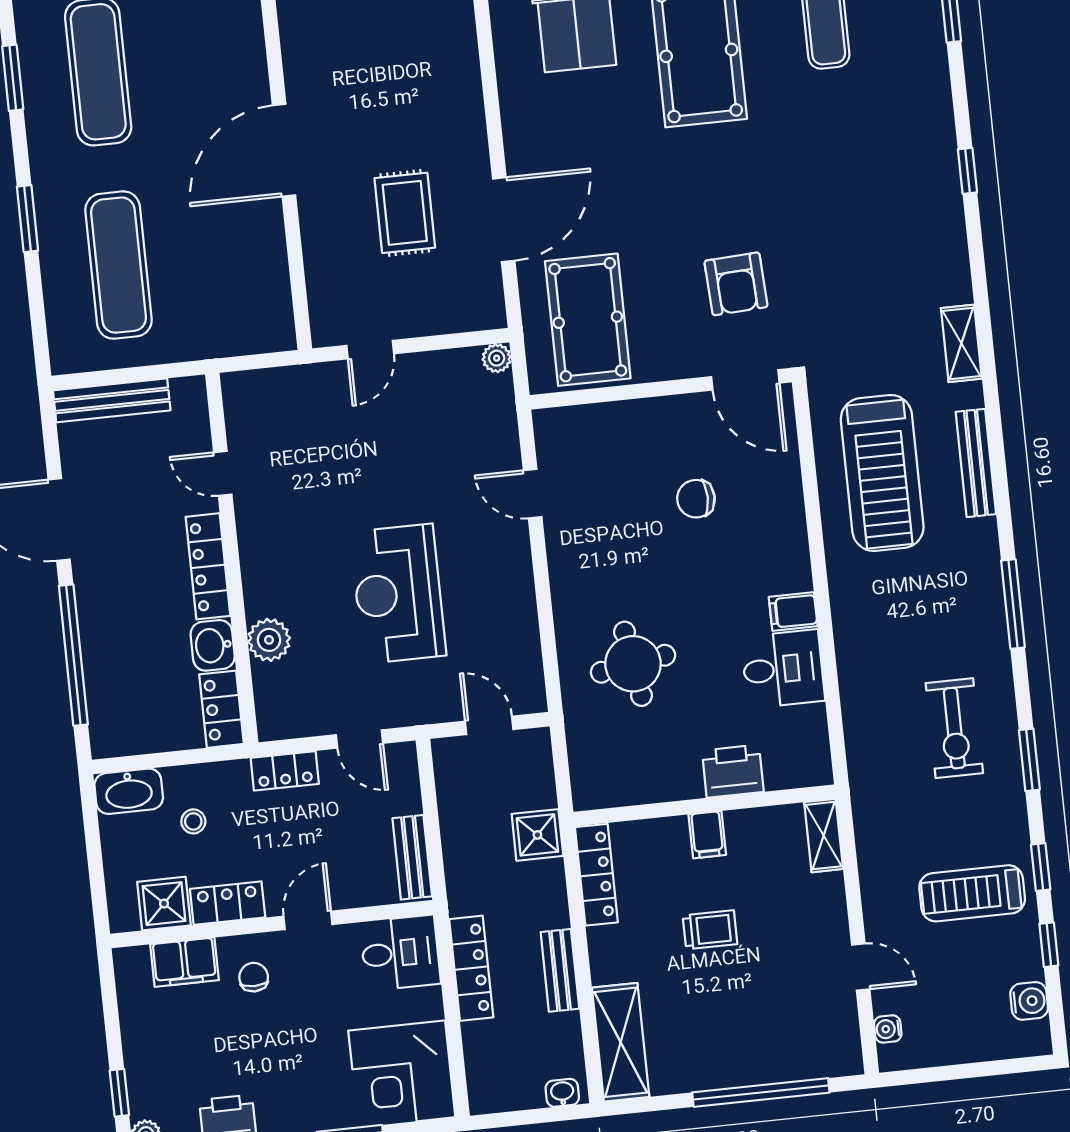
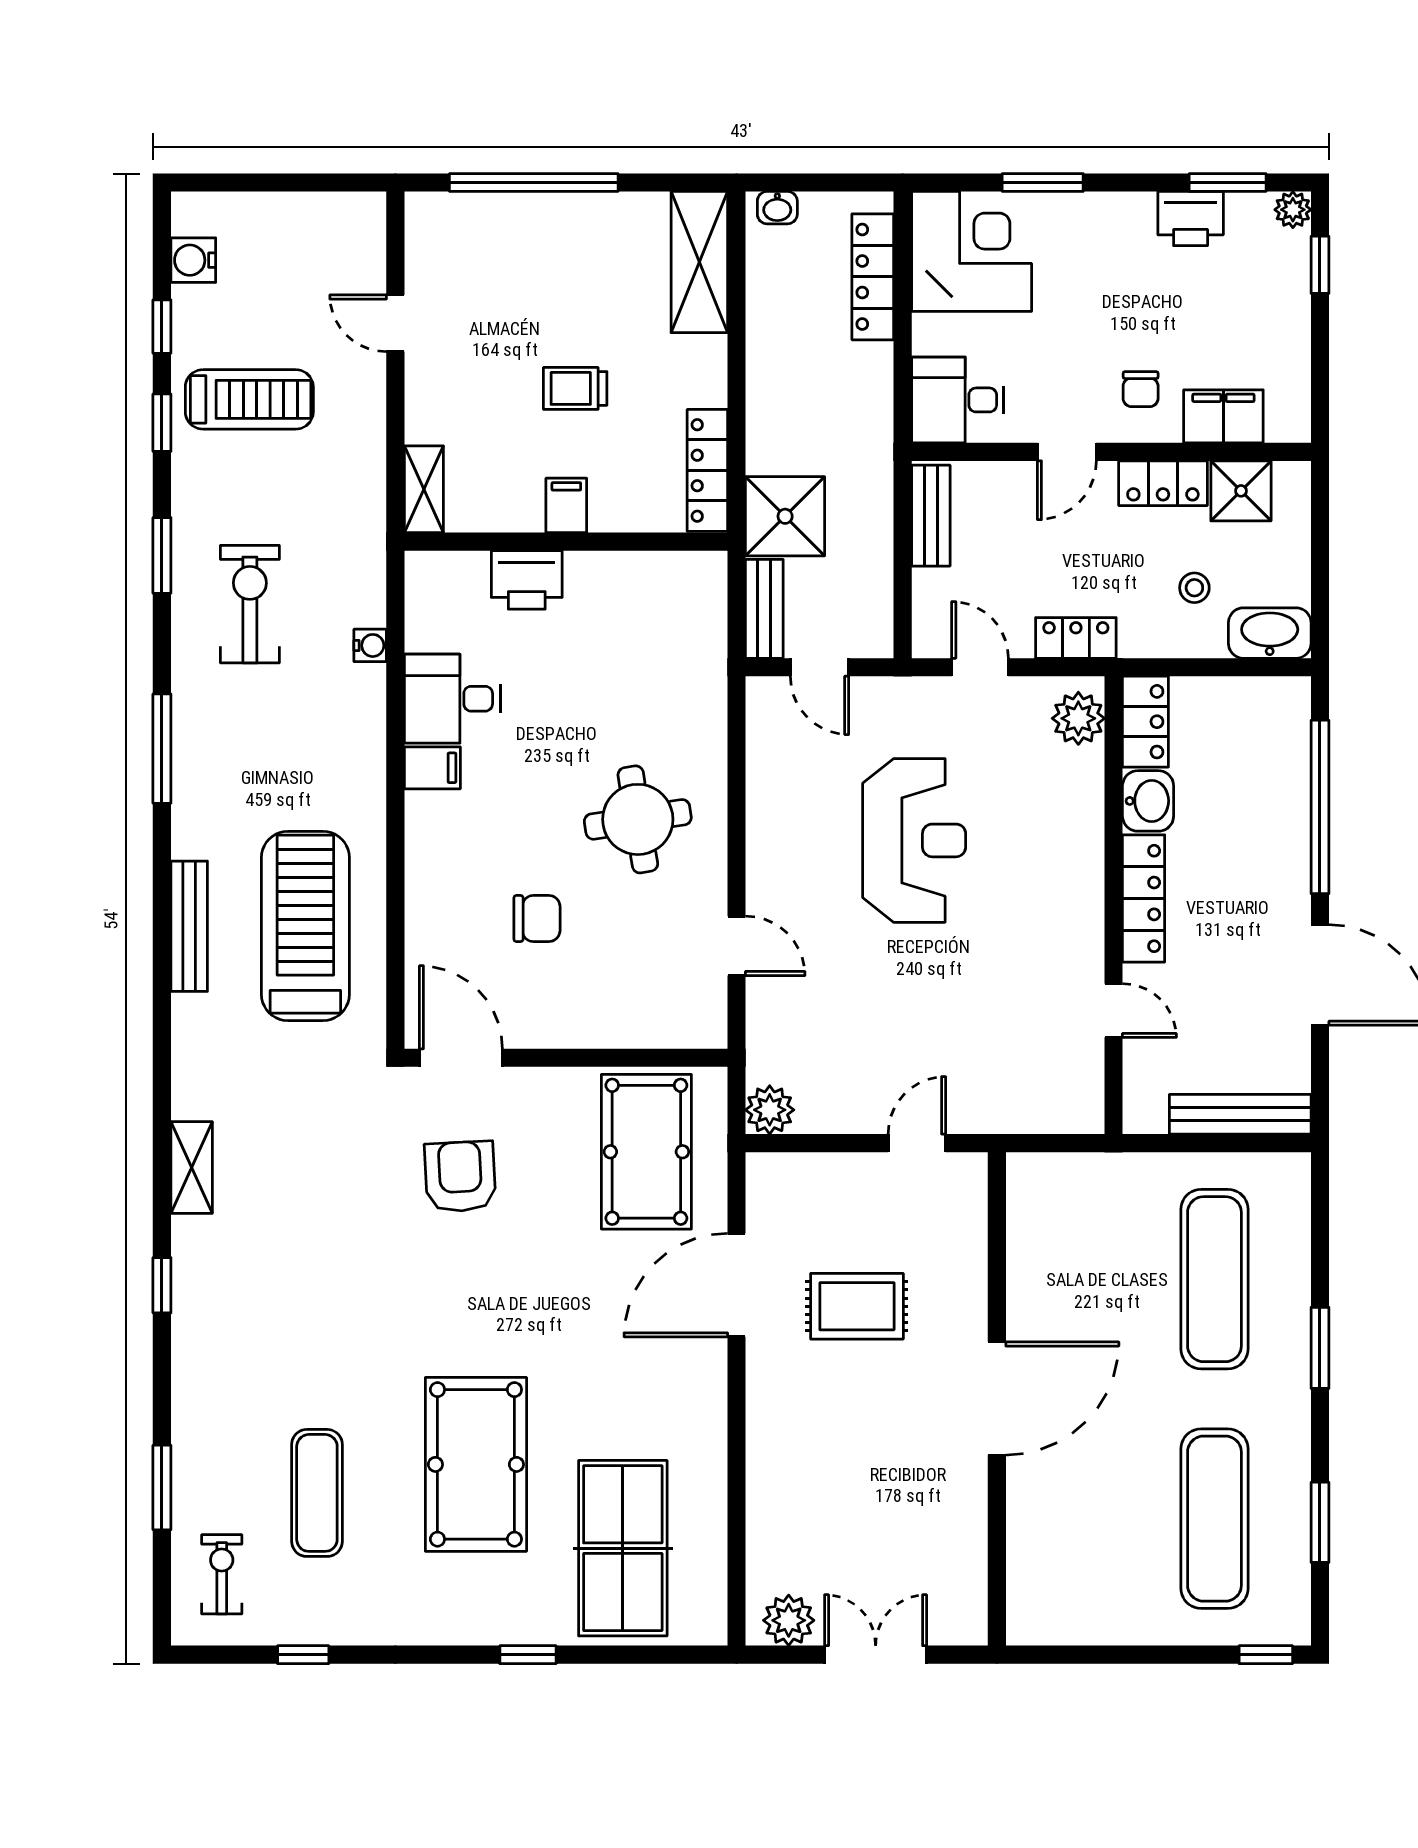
rug: (405, 213) -> (857, 1306), turned 90
shelving: (961, 343) -> (192, 1168), moved
plant: (497, 358) -> (770, 1110), width x1.38, depth x1.38
plant: (269, 640) -> (1078, 718), moved
round table: (633, 664) -> (638, 819), moved
shower: (537, 835) -> (785, 516), width x1.36, depth x1.36
locker: (471, 968) -> (873, 277), moved
bench: (560, 970) -> (764, 609), moved
water cooler: (888, 1029) -> (370, 645), moved

